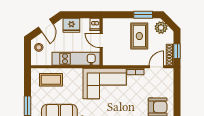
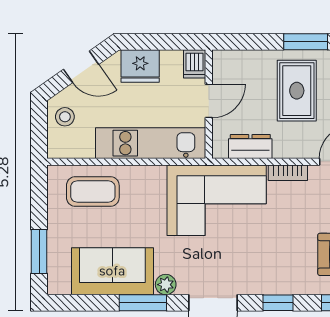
door: (46, 26) -> (81, 67), hinge flipped
door: (101, 40) -> (209, 101), swing flipped
dresser: (119, 60) -> (250, 146), added

